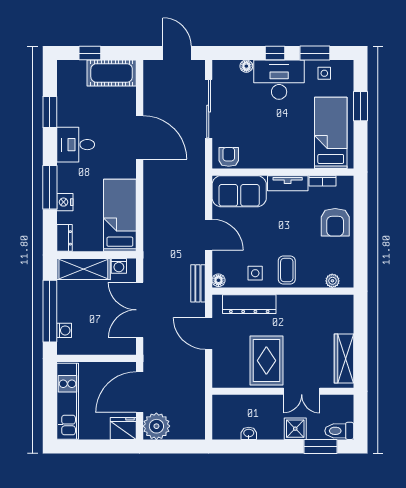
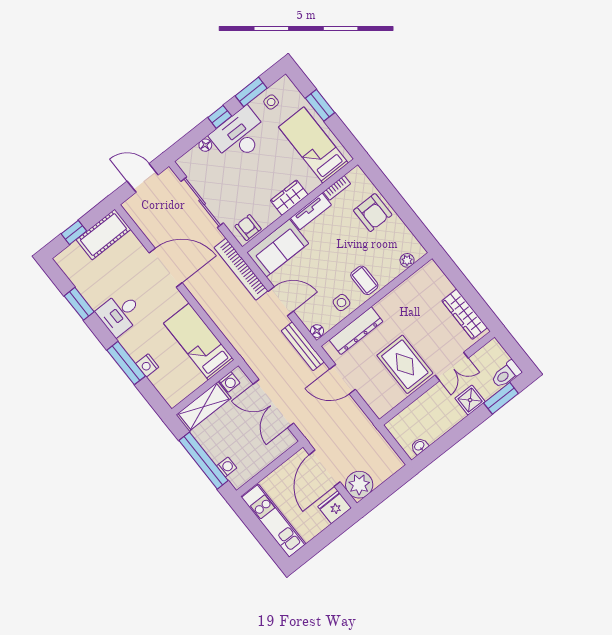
wardrobe: (279, 159) -> (289, 198), added
bookcase: (197, 185) -> (241, 269), added
dresser: (64, 238) -> (169, 394), removed
bench: (198, 283) -> (303, 346), width x1.36
washbasin: (249, 433) -> (419, 446), moved

